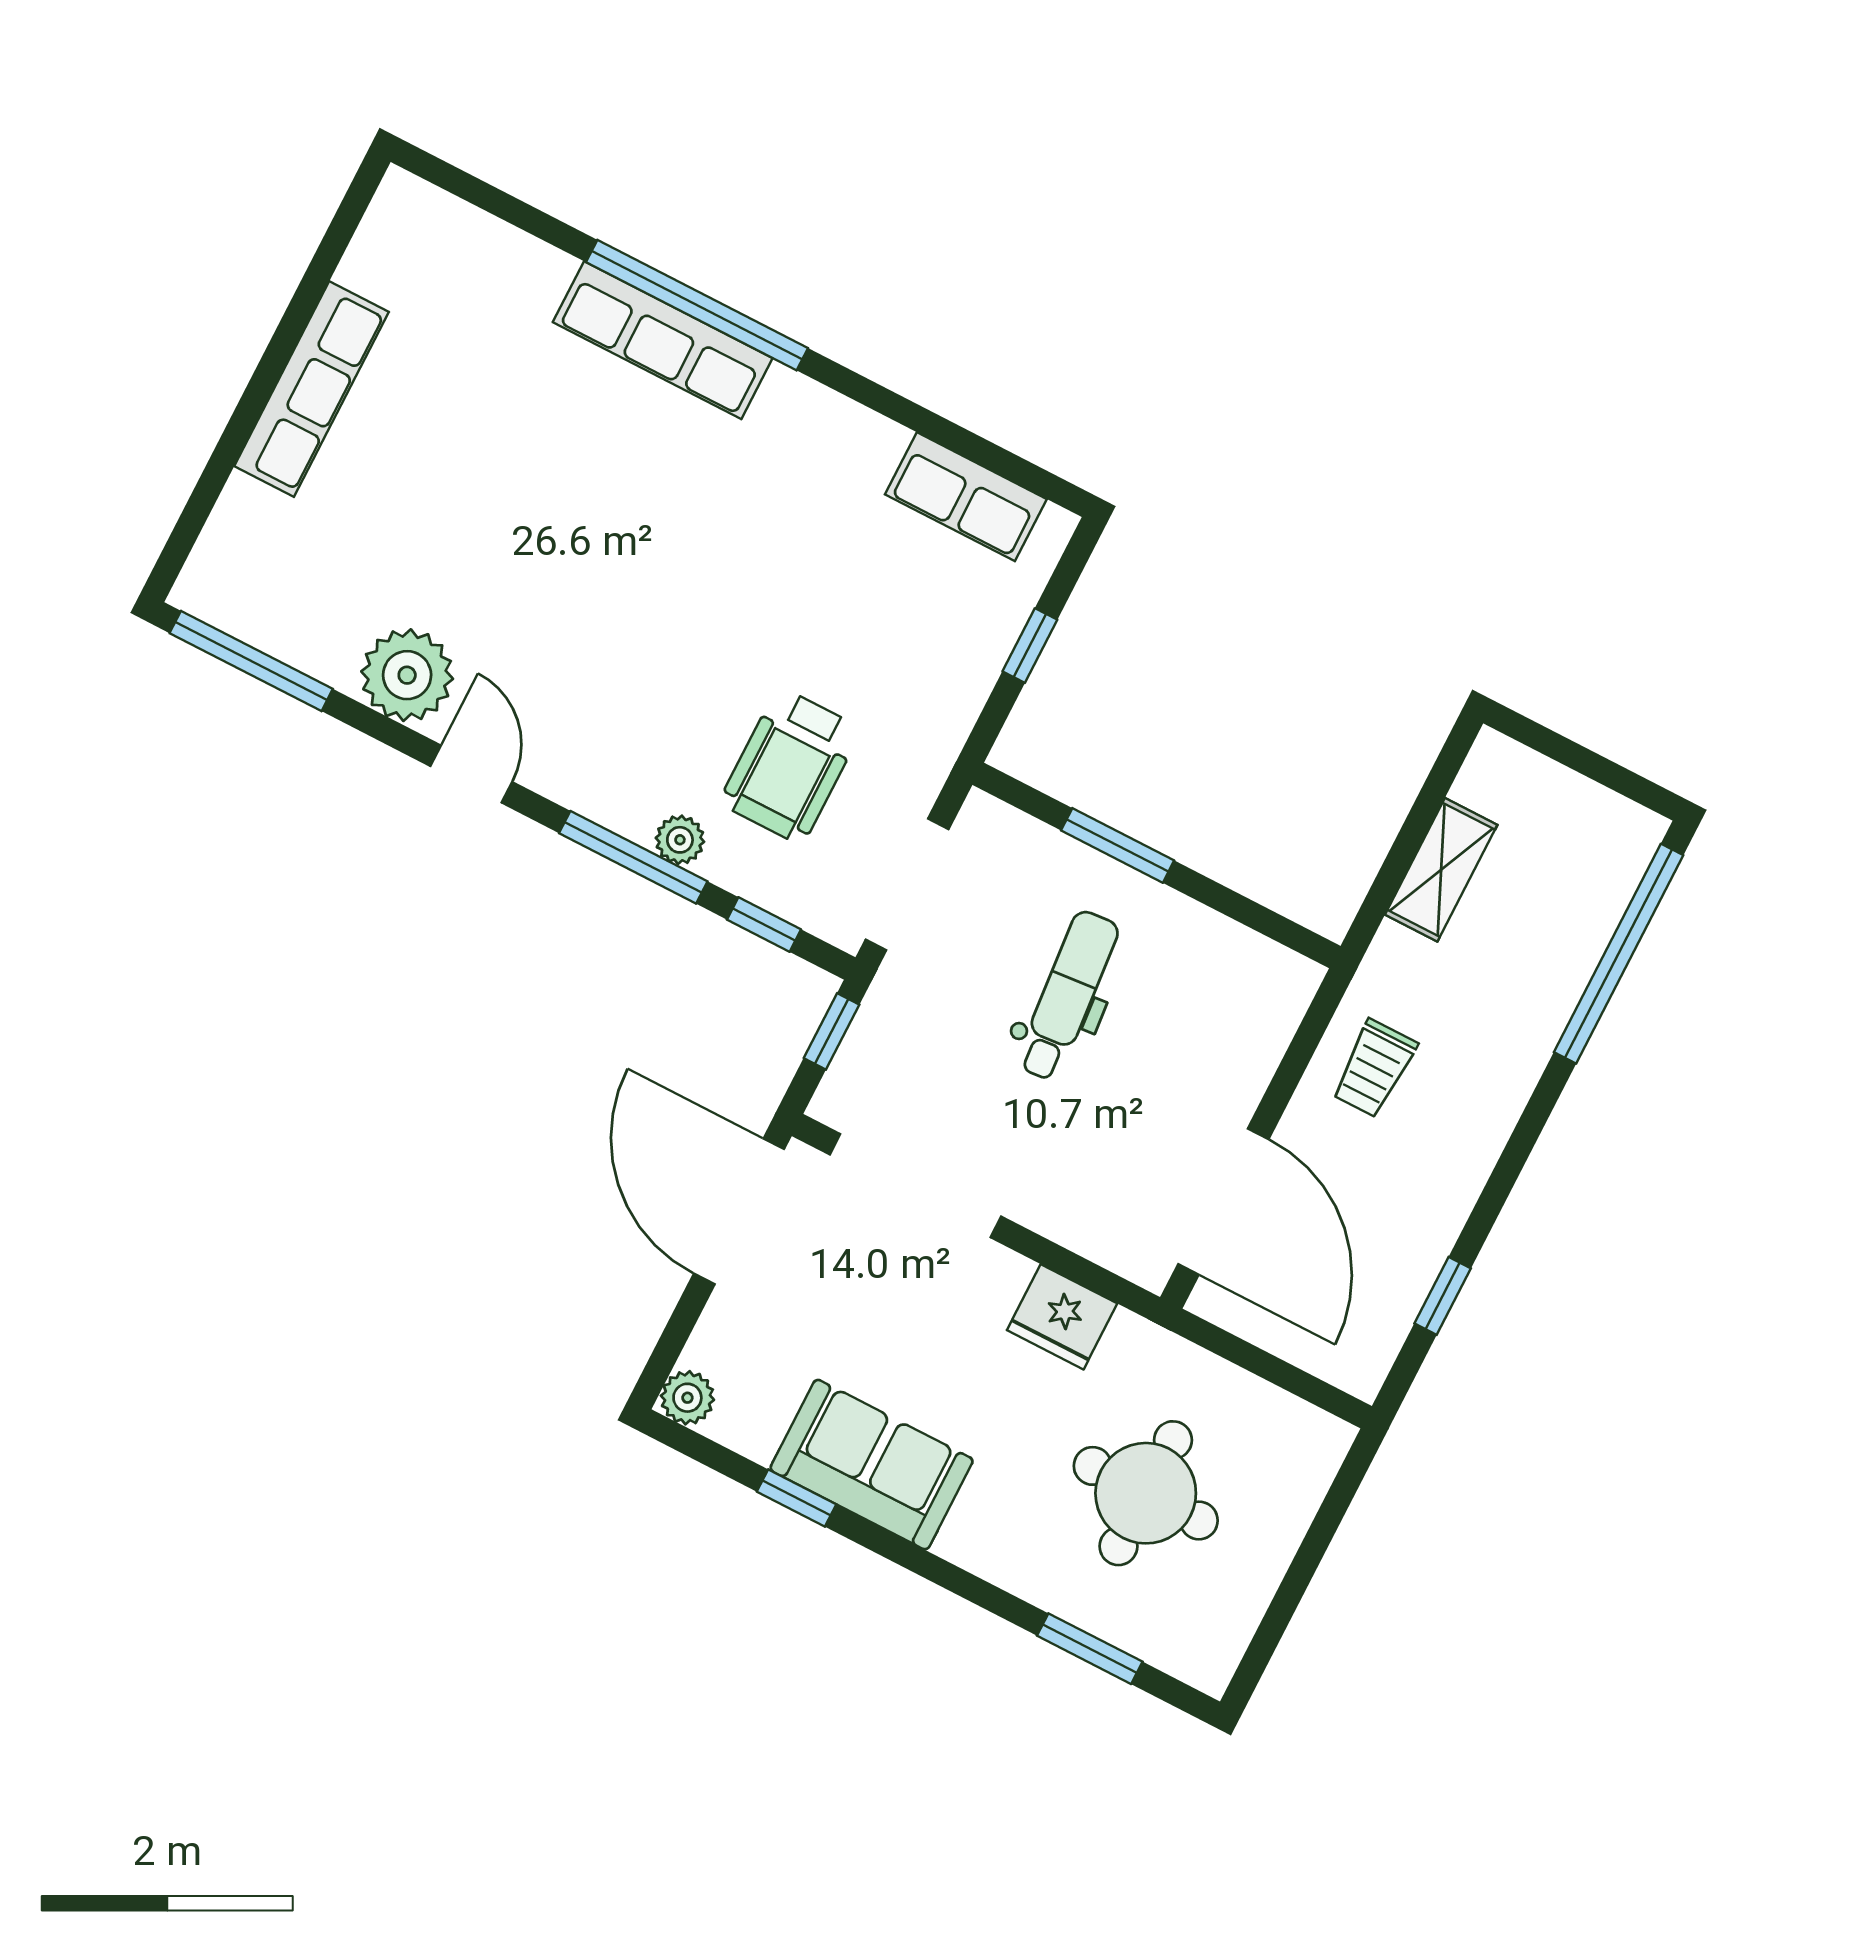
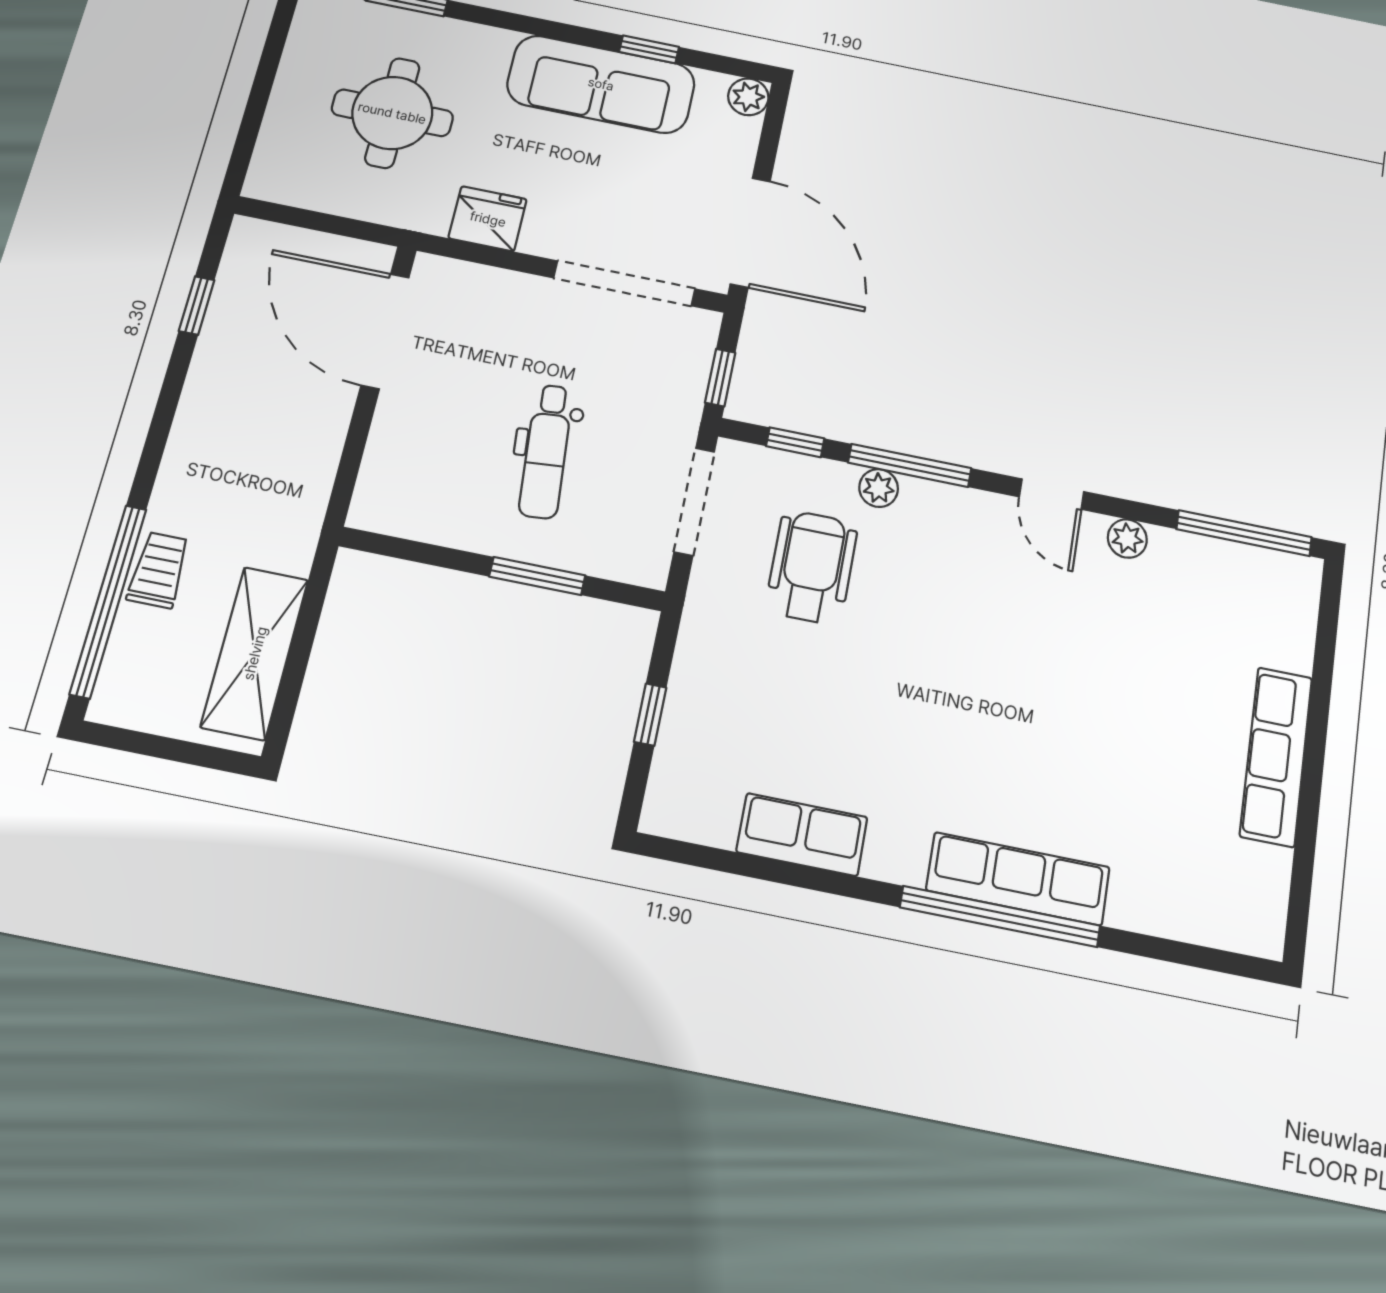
row of seats: (966, 497) -> (802, 835), moved
plant: (407, 675) -> (1127, 539), width x0.53, depth x0.53
shelving: (1441, 870) -> (255, 653), width x1.50, depth x1.33
trolley: (1374, 1068) -> (159, 570), moved
sofa: (872, 1465) -> (601, 84), width x1.36

